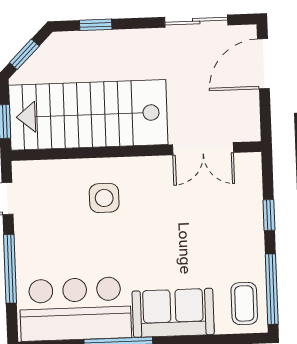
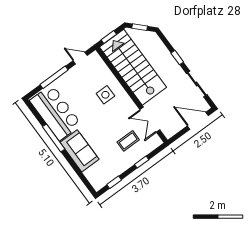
window: (96, 25) -> (177, 58), moved
window: (272, 289) -> (114, 182), width x0.46
coffee table: (244, 303) -> (128, 141), moved

